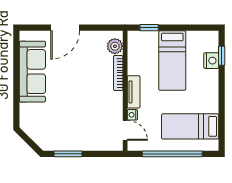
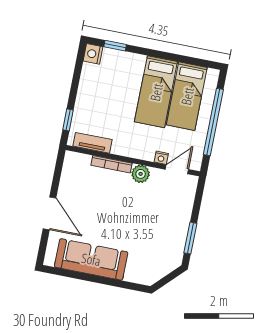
plant: (115, 46) -> (141, 174), moved
bed: (172, 61) -> (156, 92), moved, turned 90
nightstand: (211, 61) -> (93, 54), moved, turned -90
tv unit: (134, 92) -> (93, 143), moved

